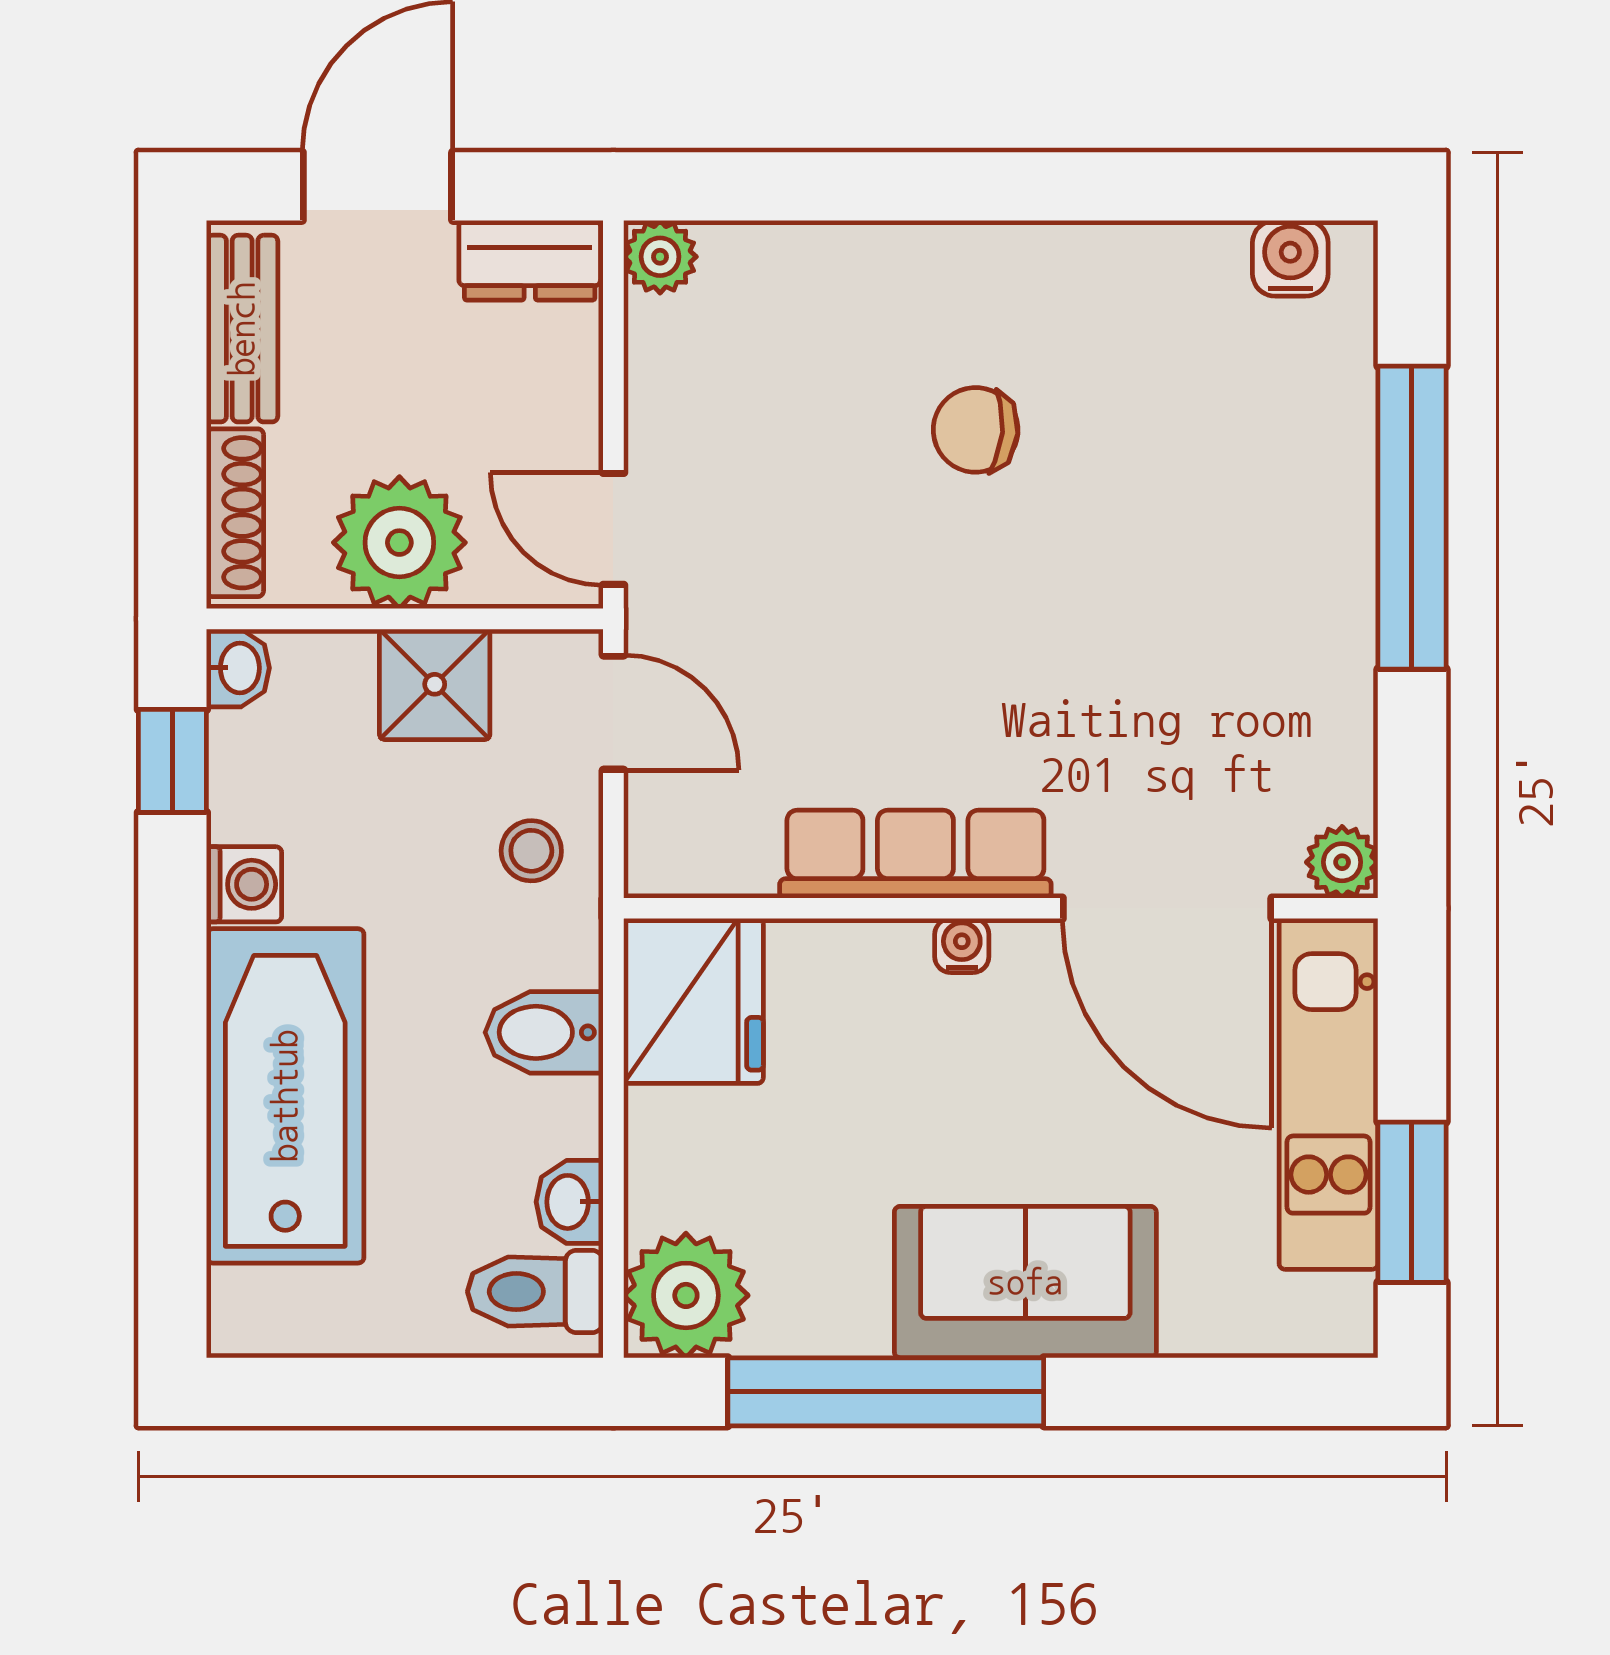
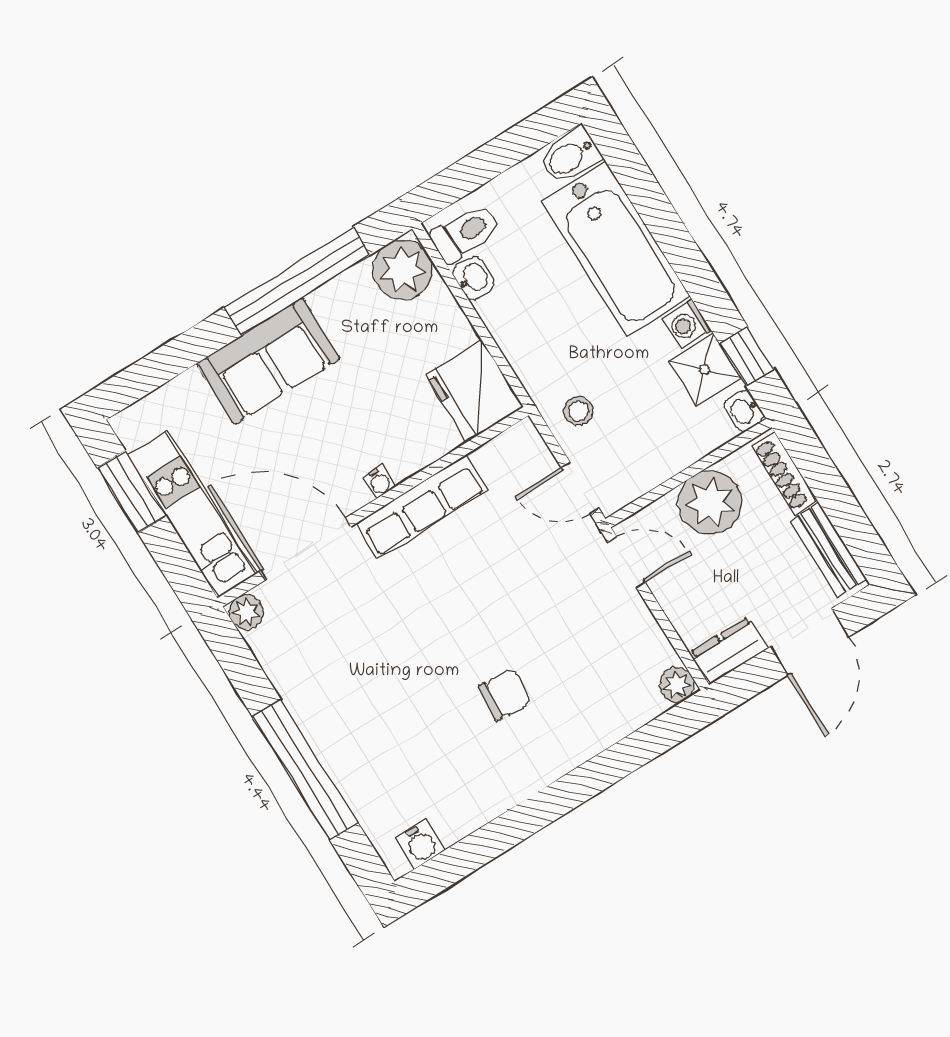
shower: (435, 684) -> (705, 369), moved
bidet: (544, 1032) -> (570, 157), moved, turned 180

